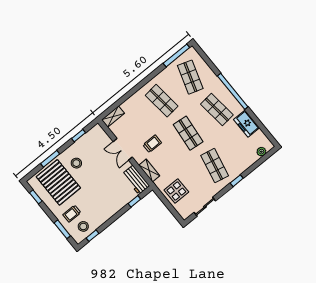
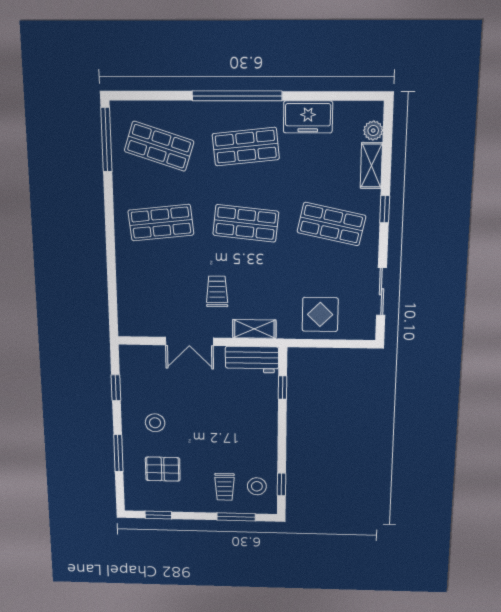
shelving: (113, 117) -> (371, 165), moved
pallet: (58, 182) -> (163, 469), width x0.49, depth x0.50

